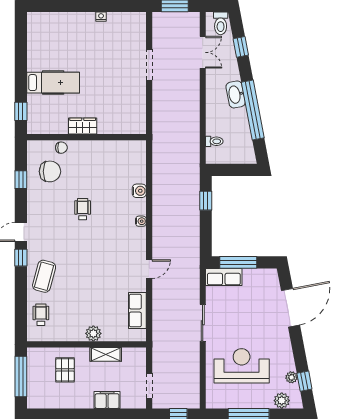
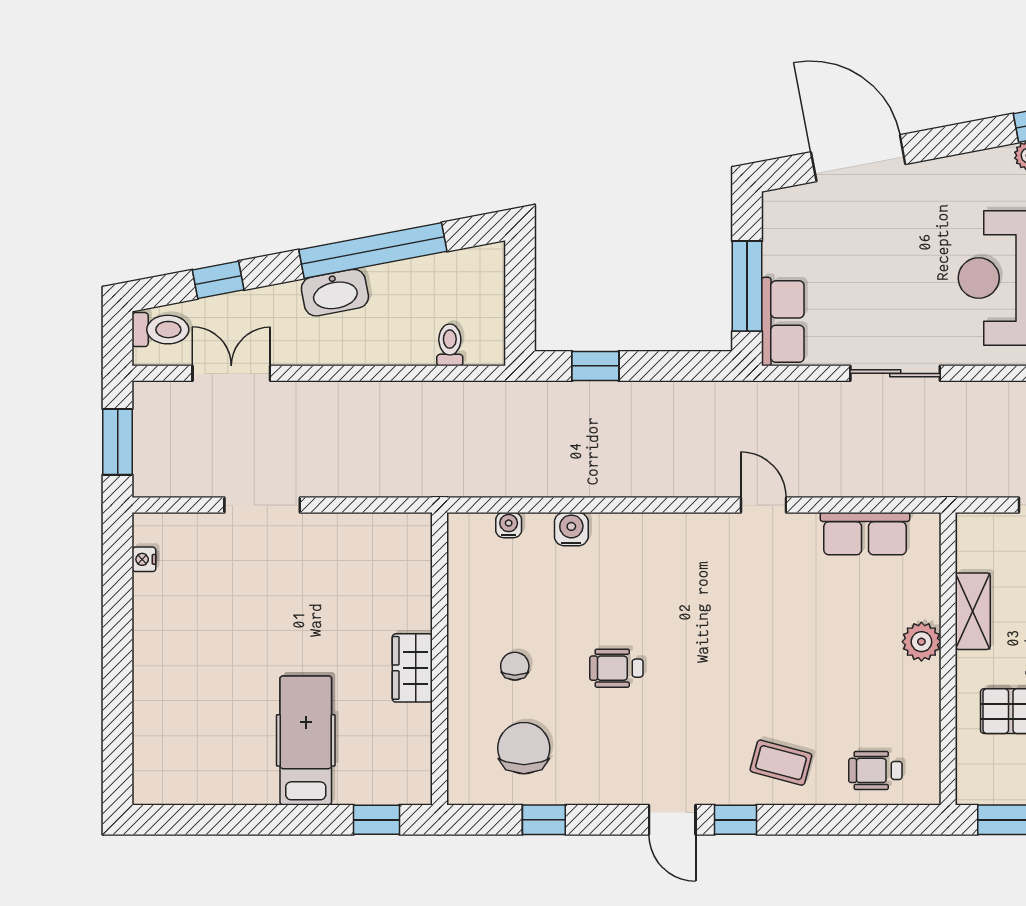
nightstand: (101, 17) -> (144, 559), moved
chair: (61, 148) -> (515, 666), moved
water cooler: (141, 221) -> (509, 525), moved
coffee table: (44, 276) -> (781, 763), width x0.73, depth x0.77

